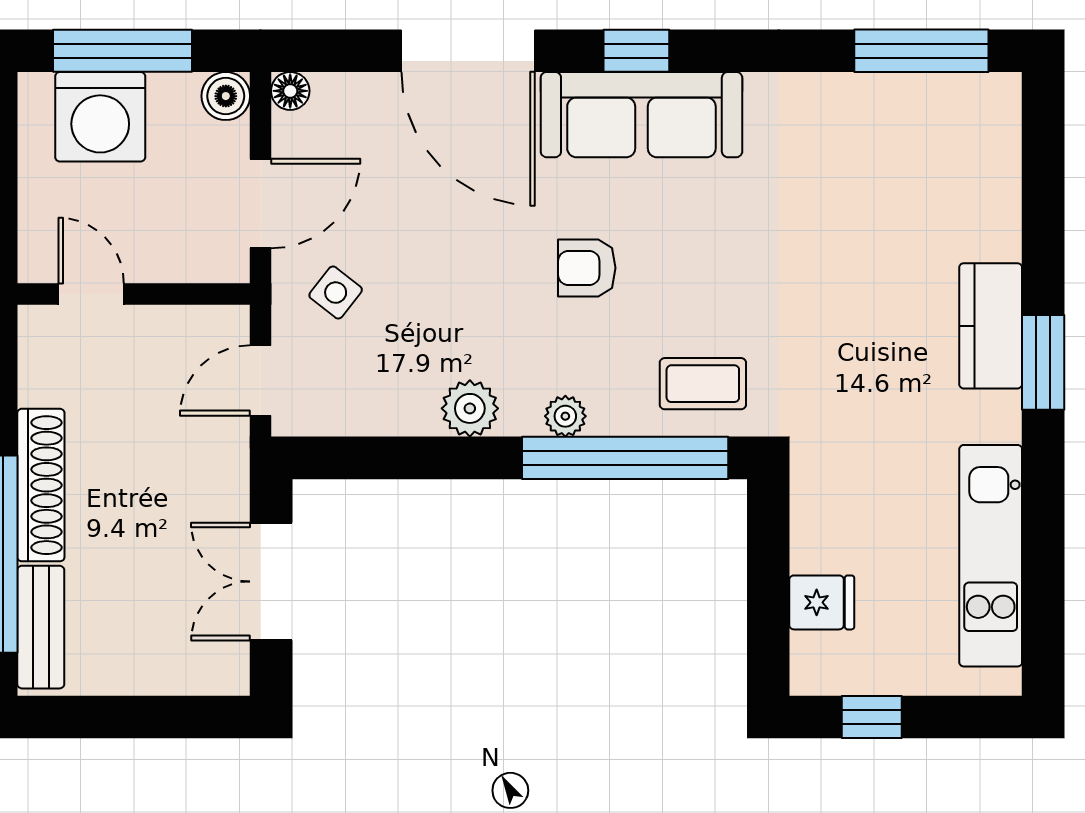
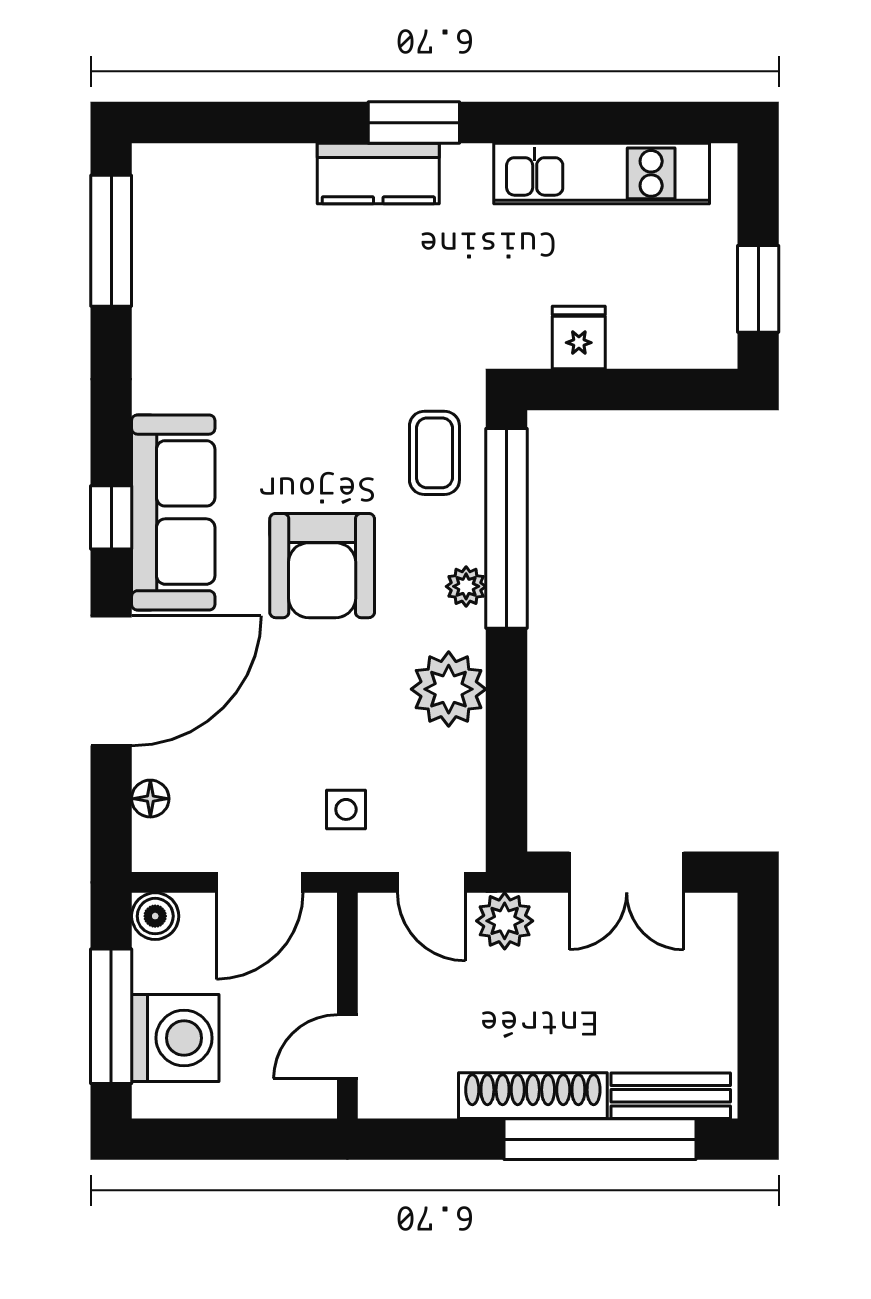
floor lamp: (290, 91) -> (150, 799), moved
door: (261, 204) -> (260, 882), swing flipped
armchair: (587, 268) -> (322, 566), width x1.88, depth x1.88
side table: (336, 293) -> (346, 809), turned -38
plant: (470, 408) -> (449, 689), width x1.36, depth x1.36
plant: (221, 456) -> (505, 921), added
fridge: (822, 602) -> (579, 338), moved
window: (872, 717) -> (758, 289), width x1.50

